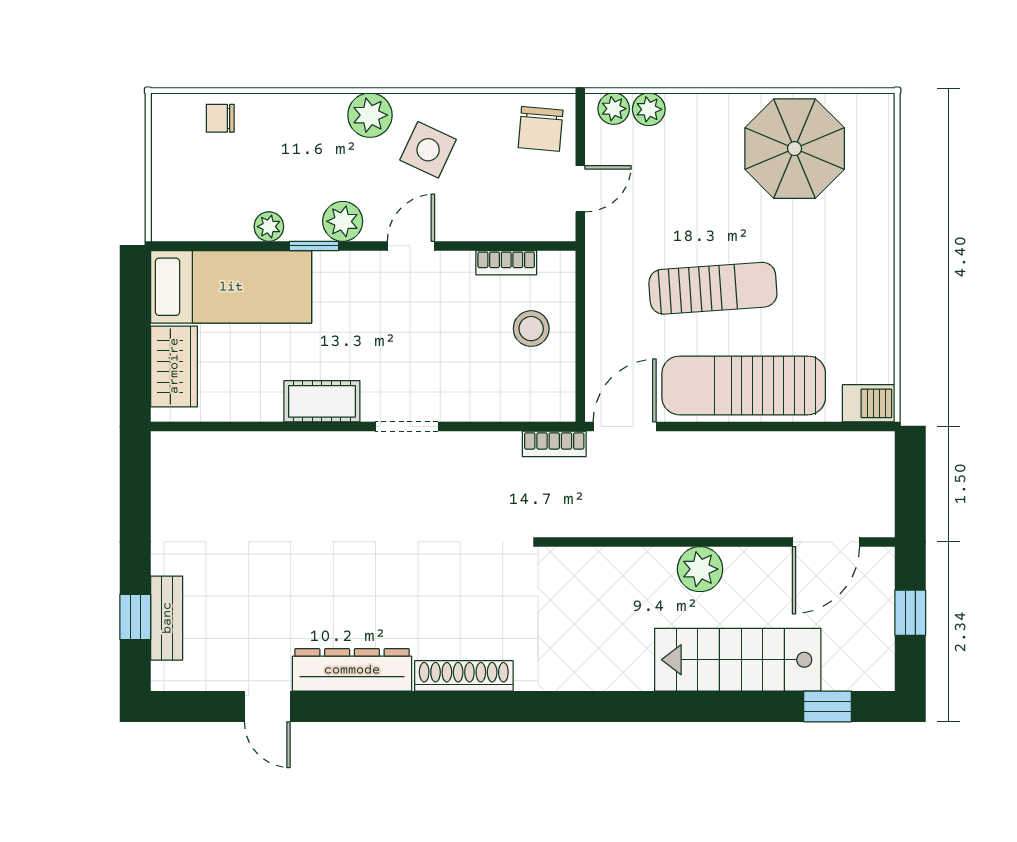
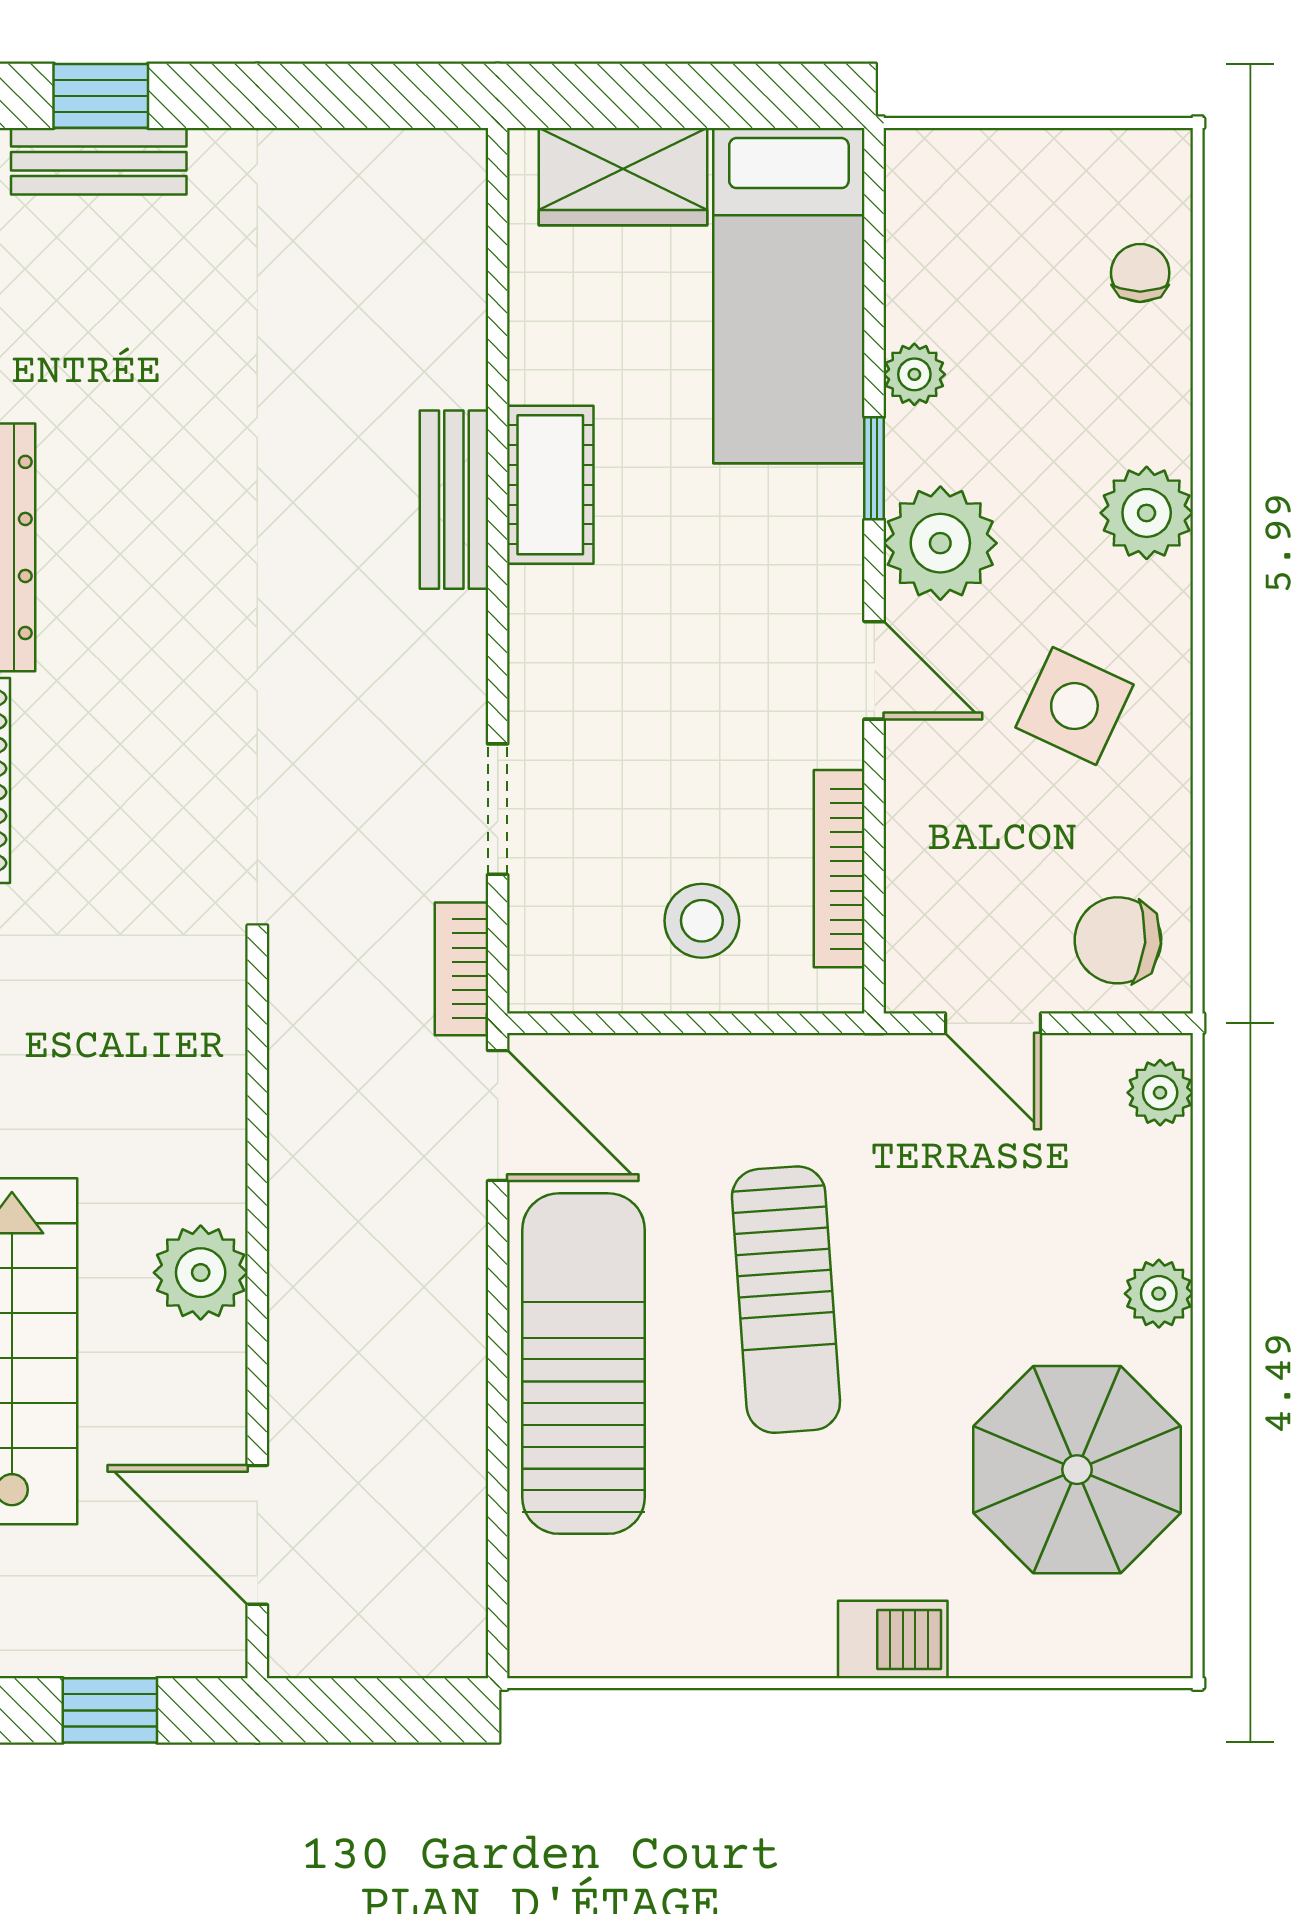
plant: (649, 109) -> (1159, 1294), moved
plant: (370, 115) -> (1147, 513), moved
plant: (343, 221) -> (940, 543), width x1.36, depth x1.36
bookcase: (506, 263) -> (839, 869), width x1.56
barbecue: (869, 403) -> (893, 1640), moved, turned -90
doorway: (407, 427) -> (498, 809), moved
bench: (329, 448) -> (454, 500), added

